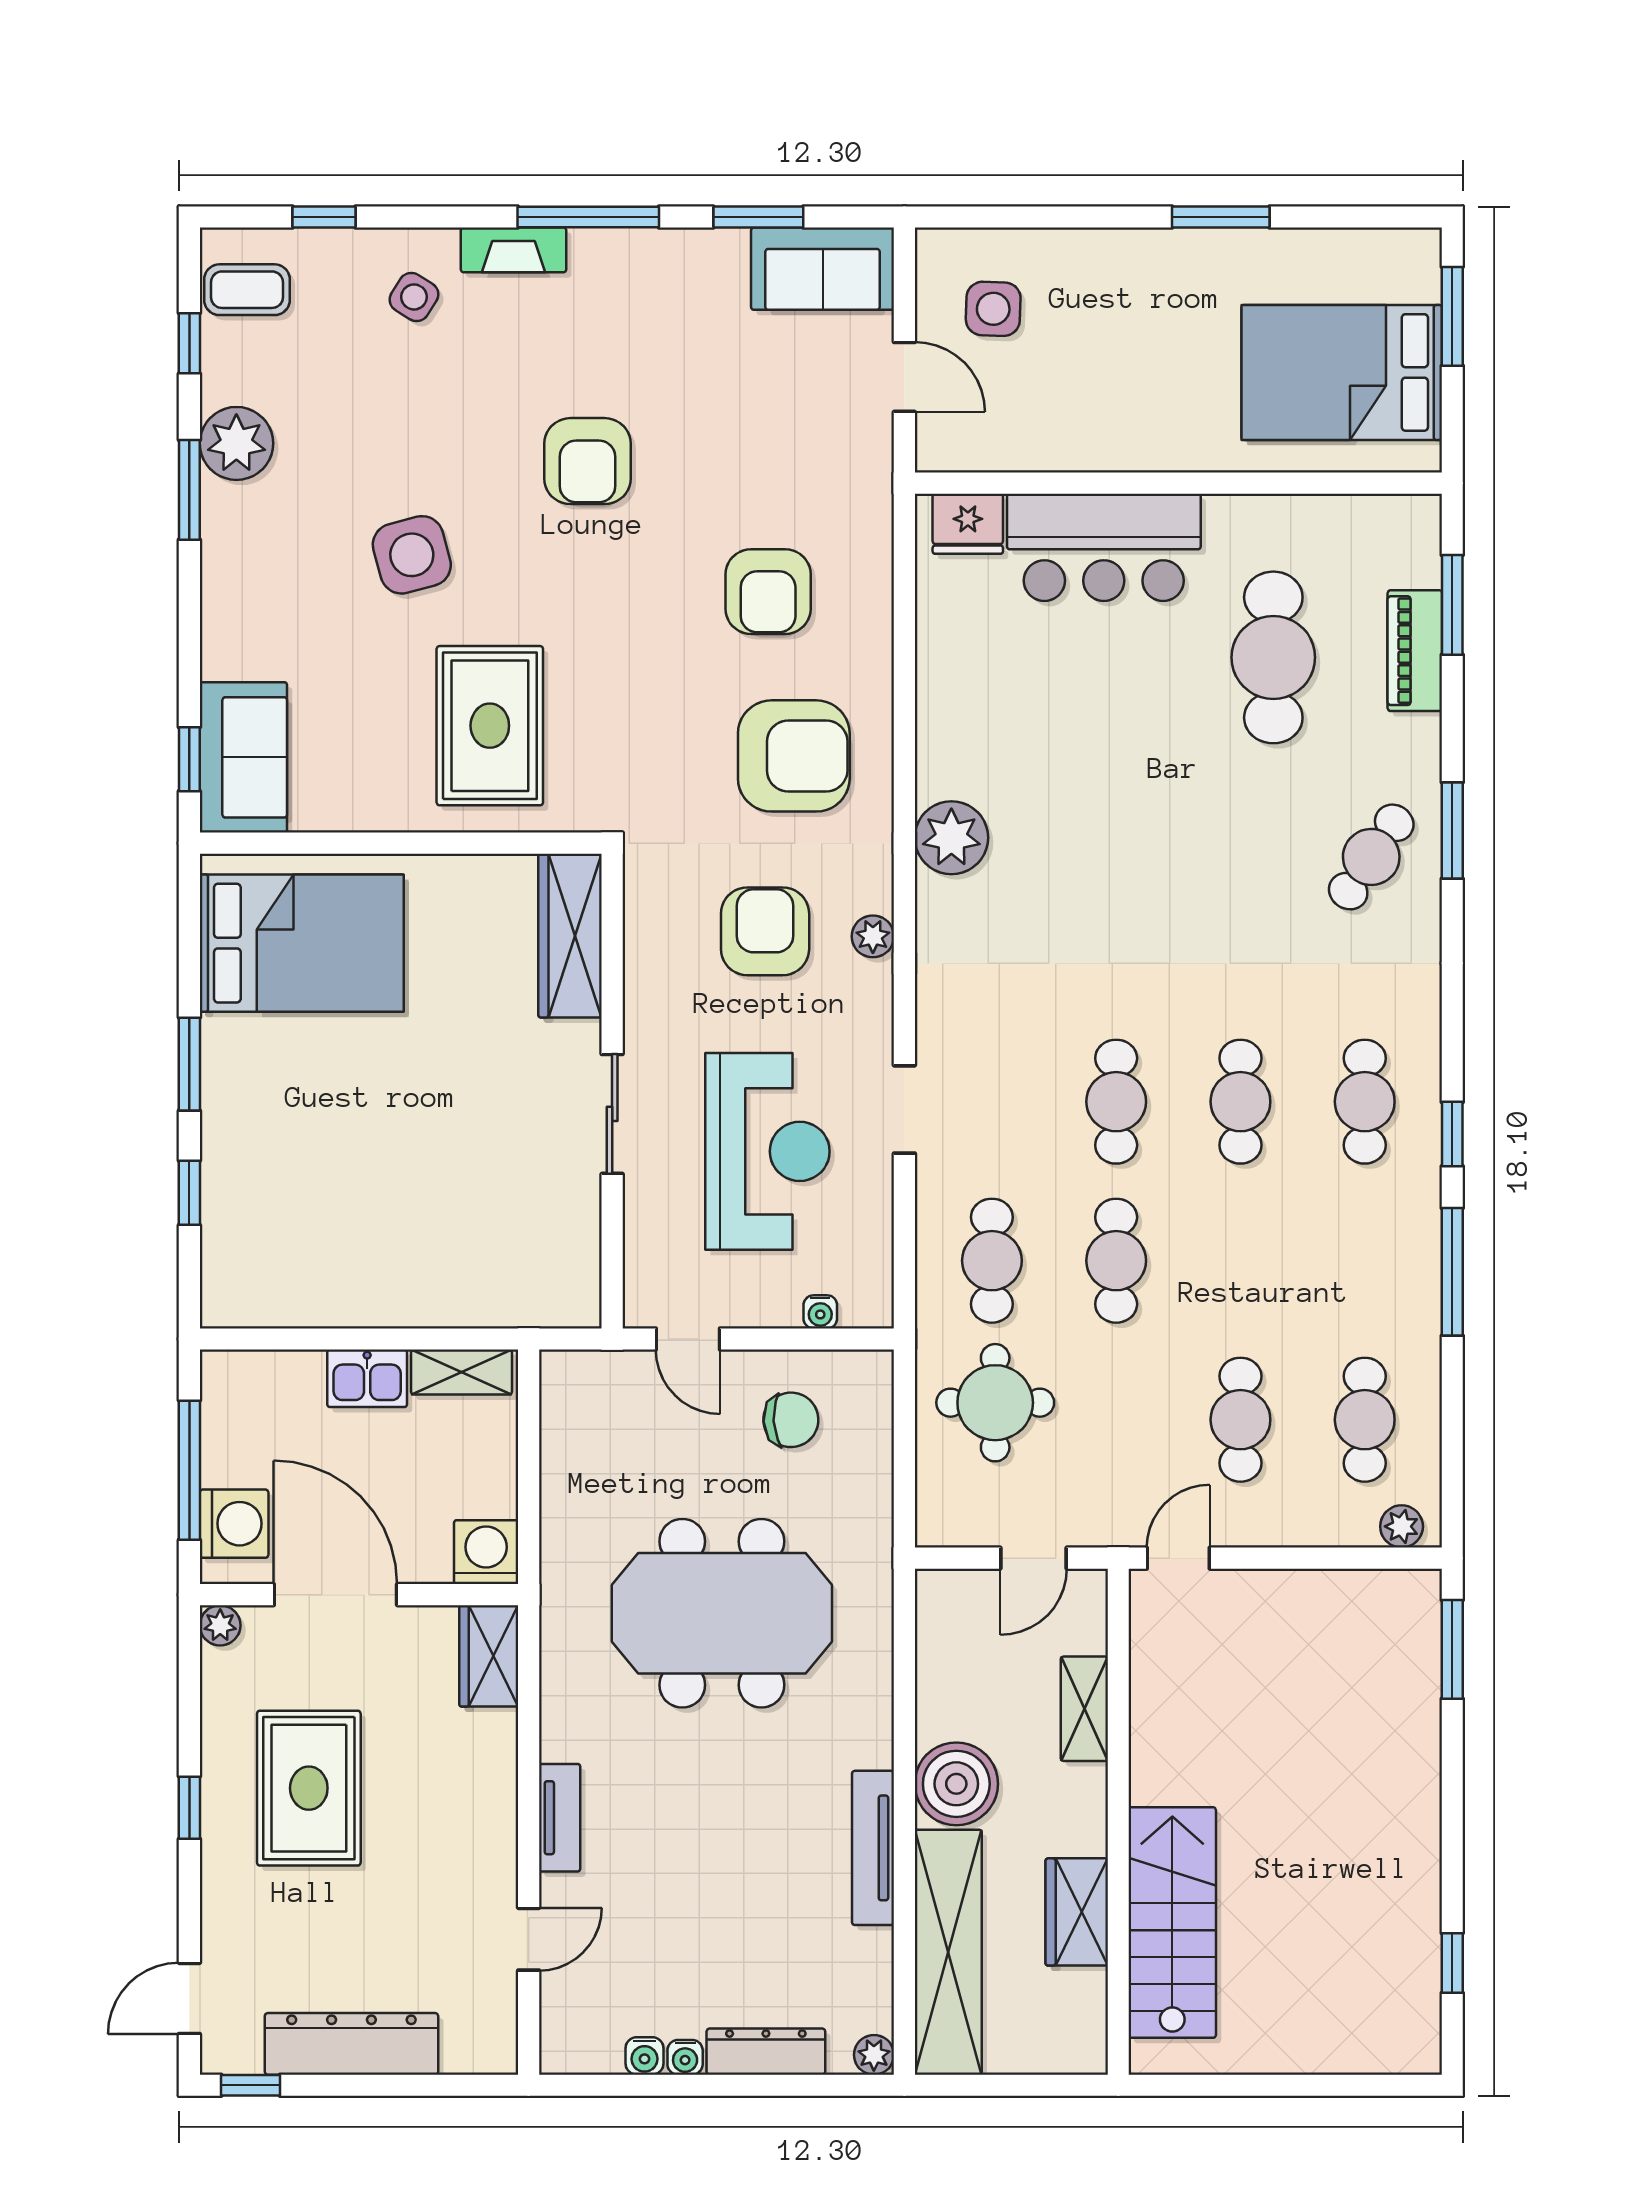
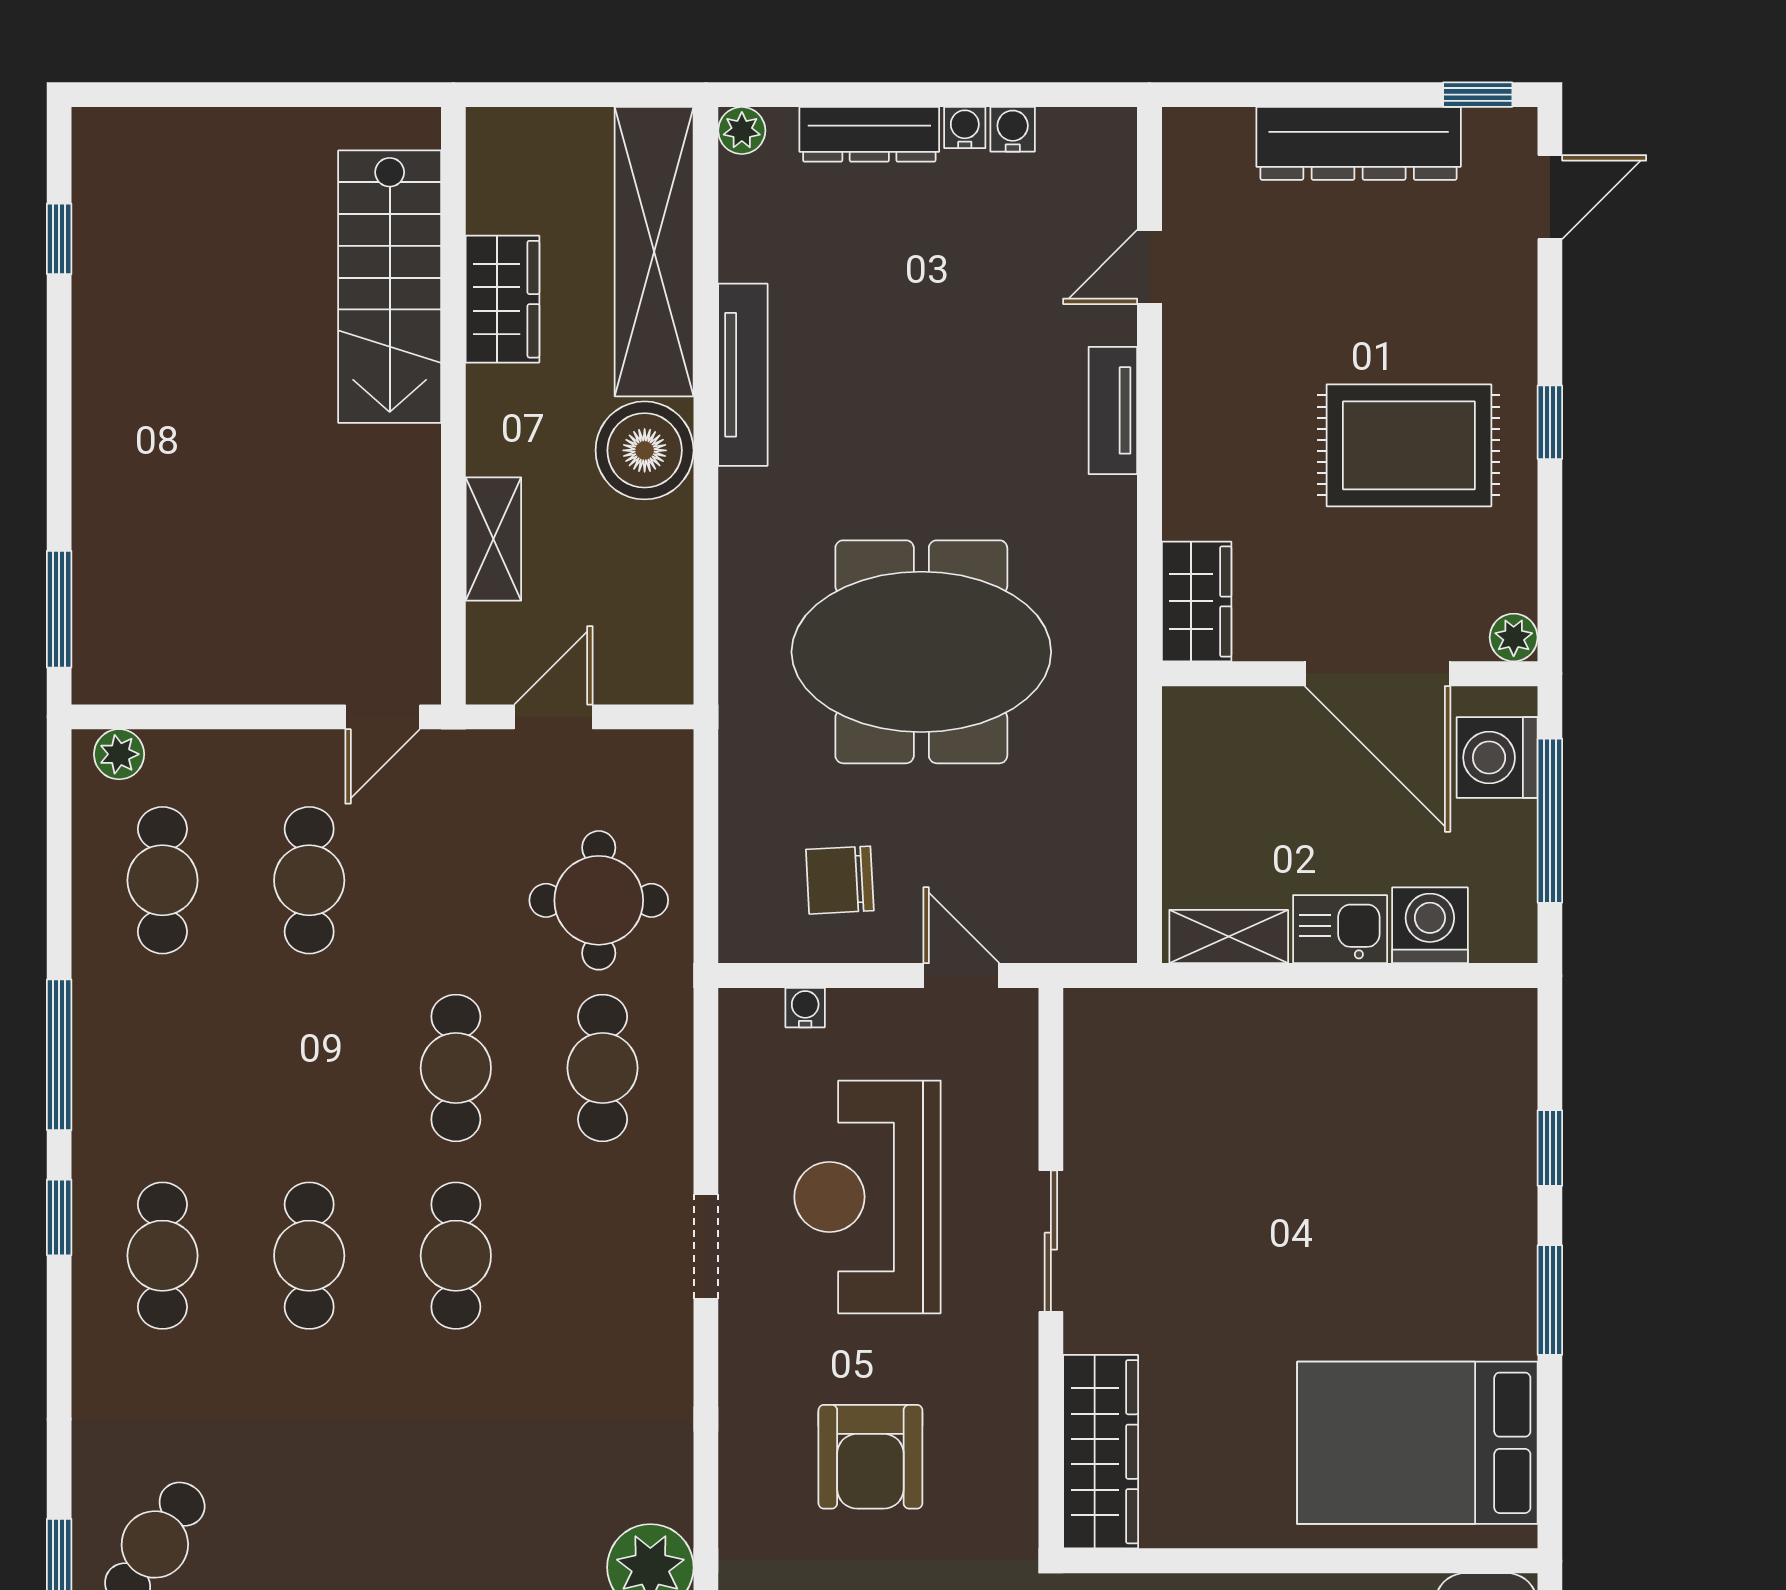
plant: (873, 936) -> (743, 1451), removed
washing machine: (486, 1552) -> (1430, 925), moved, turned 180
rug: (309, 1788) -> (1409, 445), turned 90

